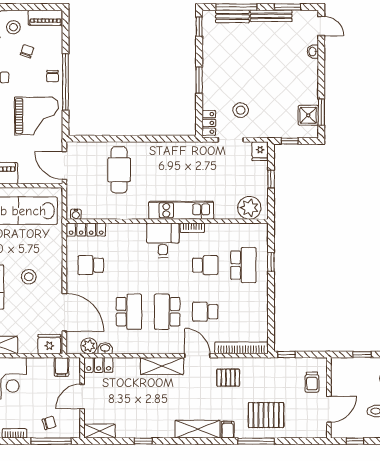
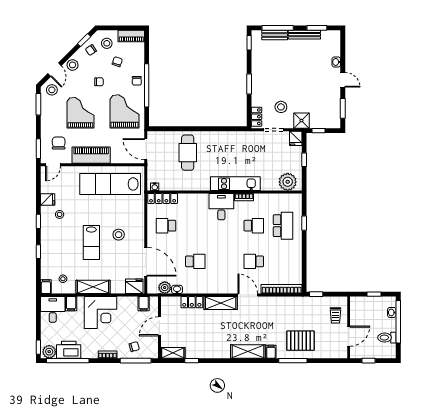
door: (321, 26) -> (343, 80), moved
shower: (308, 115) -> (301, 121), moved
grand piano: (37, 116) -> (124, 111), turned -90
school desk: (129, 312) -> (195, 261), width x0.54
school desk: (167, 312) -> (225, 261), removed
locker: (99, 365) -> (192, 302), moved
pallet: (228, 378) -> (271, 312), removed
window: (143, 441) -> (192, 361), moved

